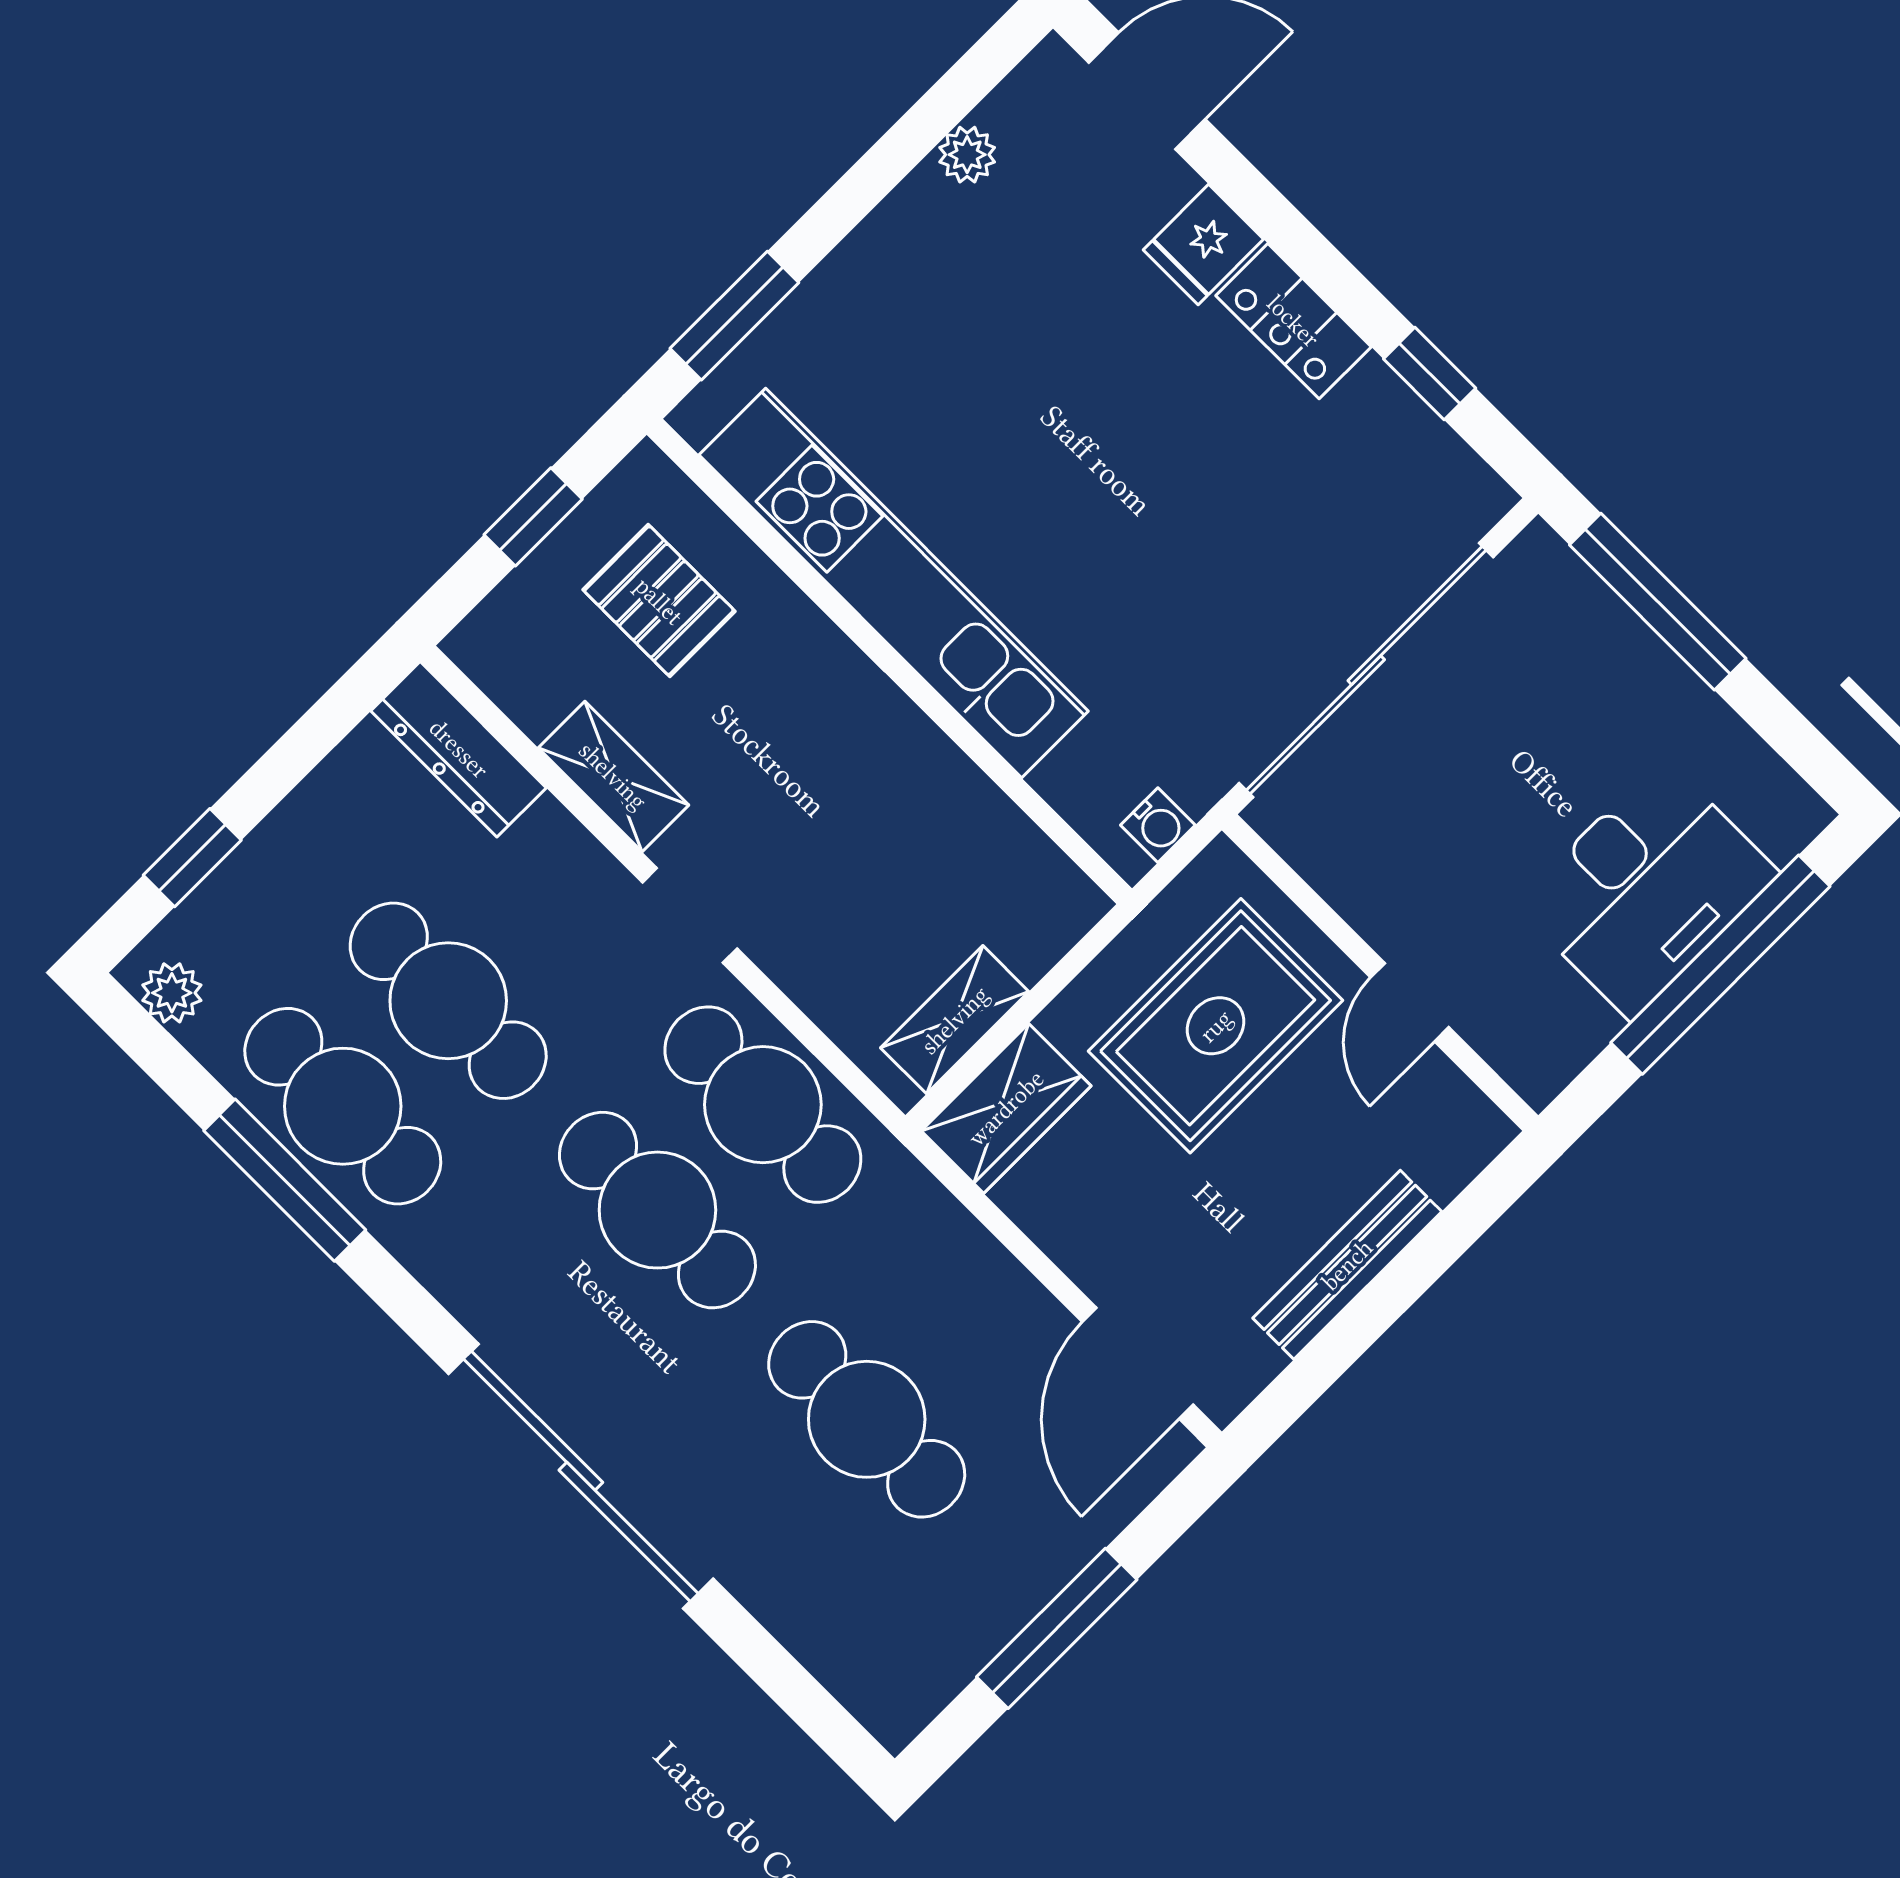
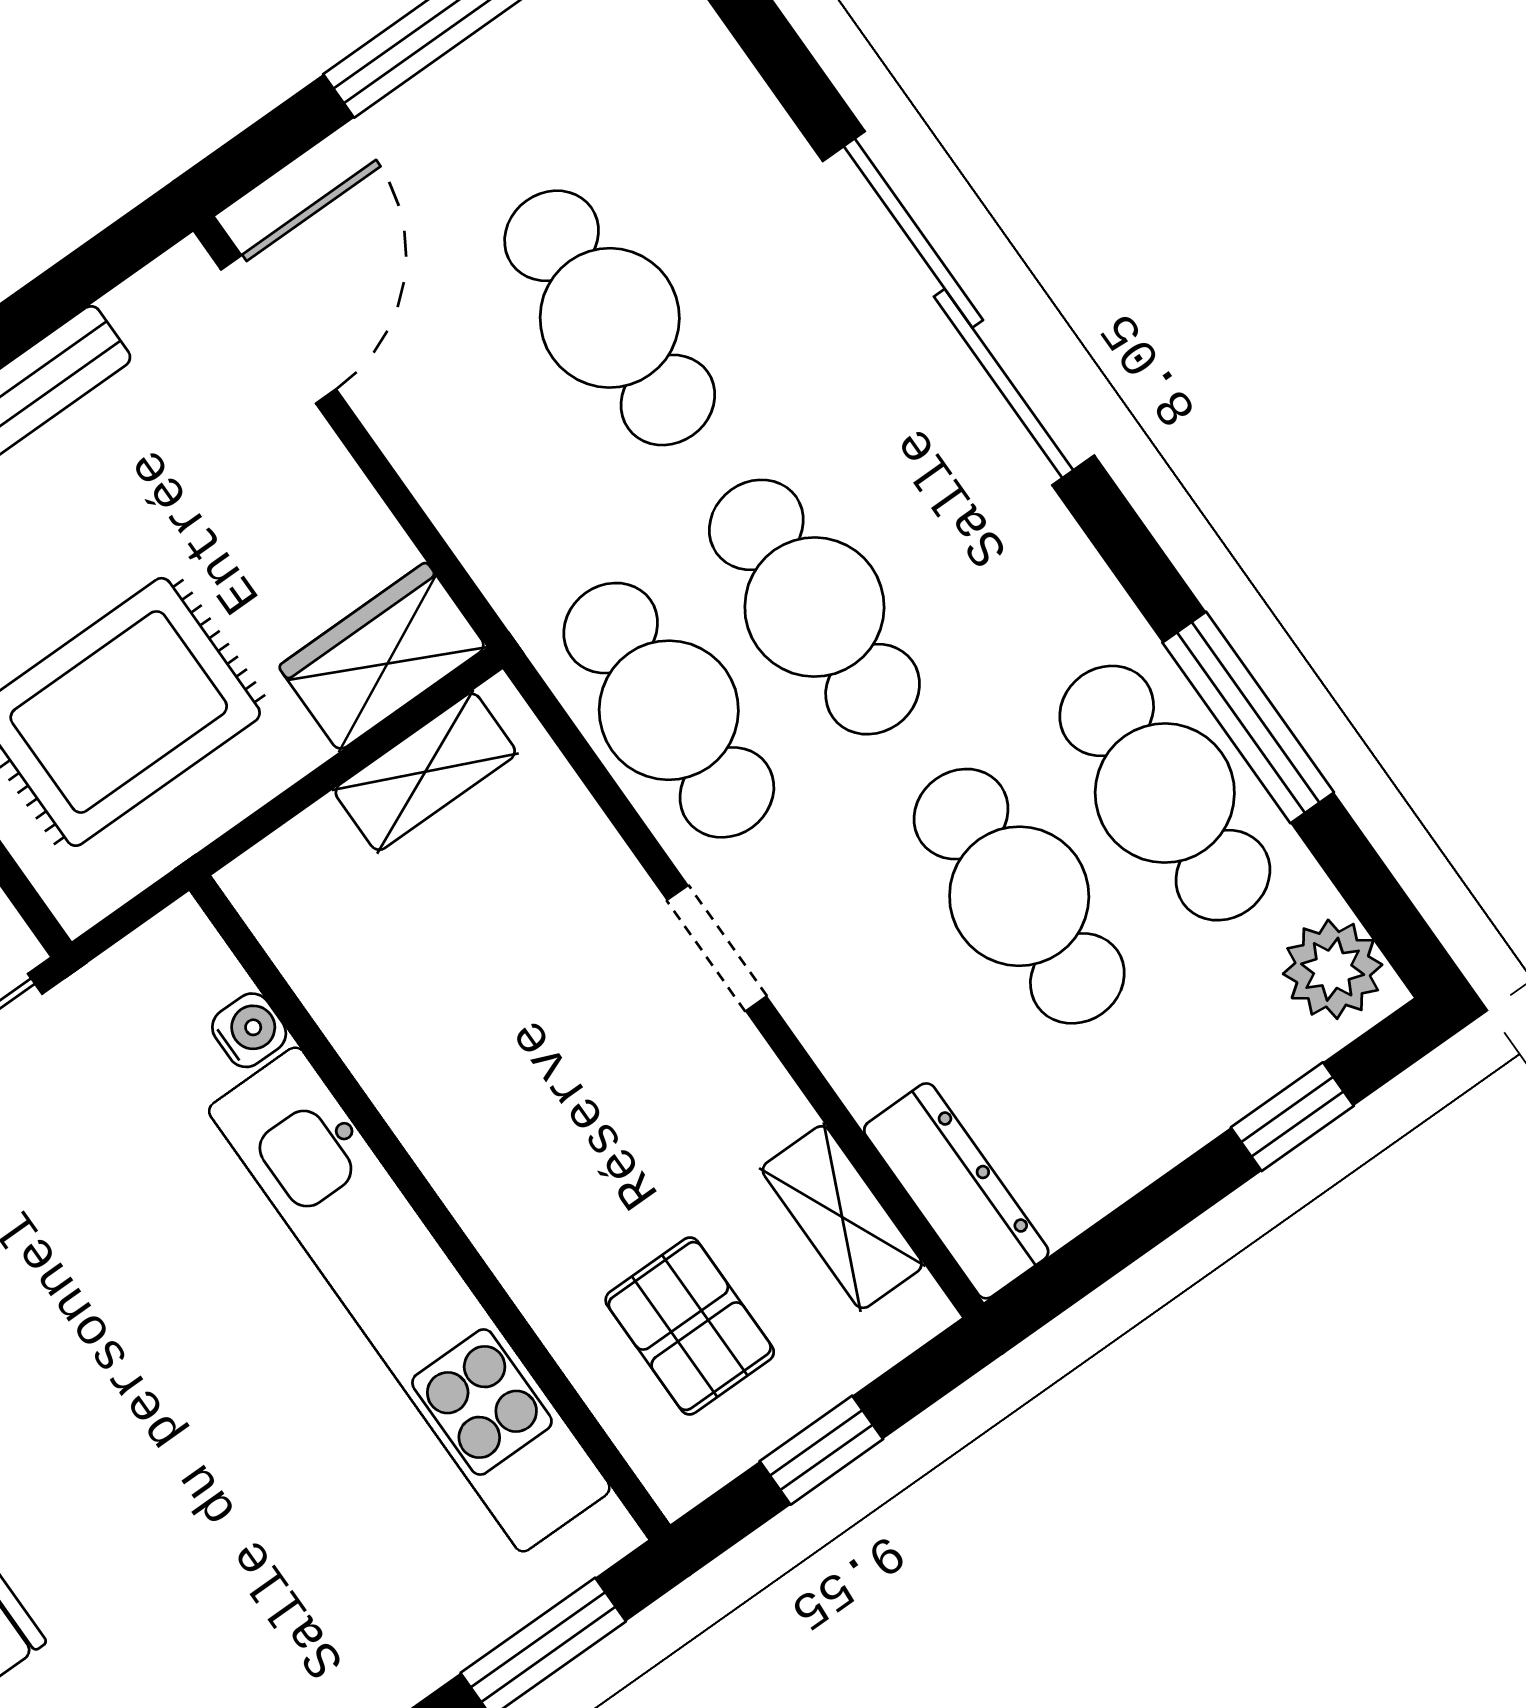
shelving: (613, 776) -> (842, 1217), moved
water cooler: (1158, 825) -> (249, 1030), moved, turned 90
plant: (172, 993) -> (1333, 969), width x1.38, depth x1.38

